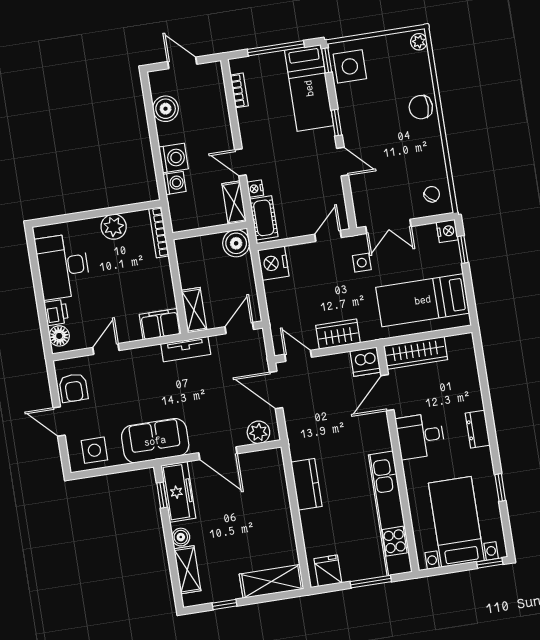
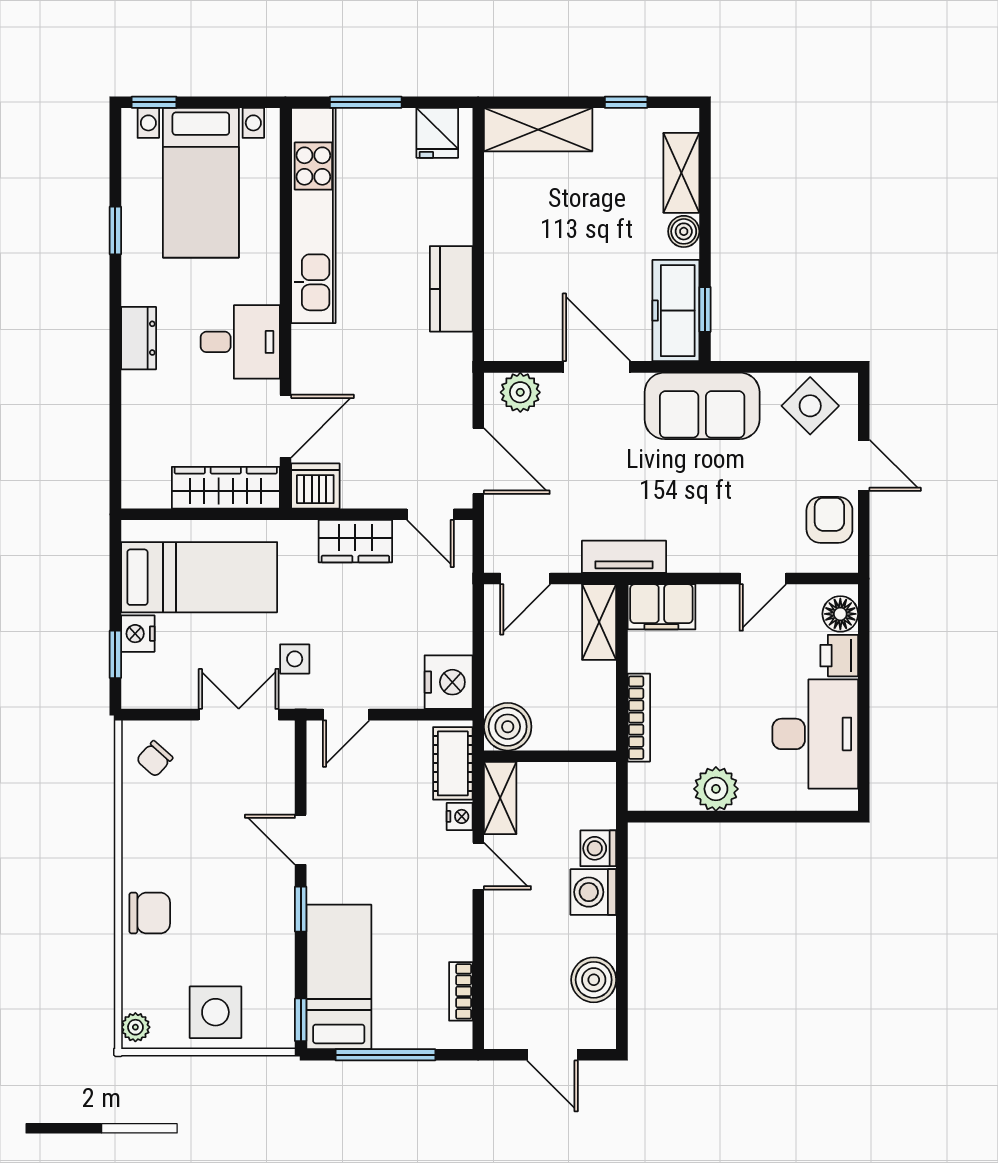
side table: (350, 66) -> (215, 1012), moved
nightstand: (447, 231) -> (138, 634), moved
bookcase: (159, 232) -> (639, 718), moved
side table: (94, 450) -> (810, 406), turned 45

